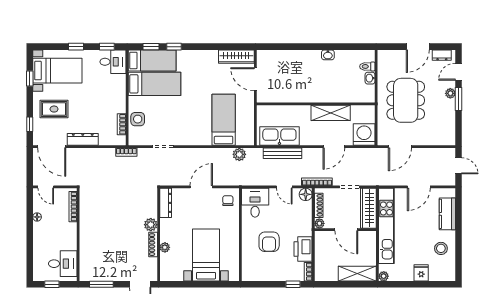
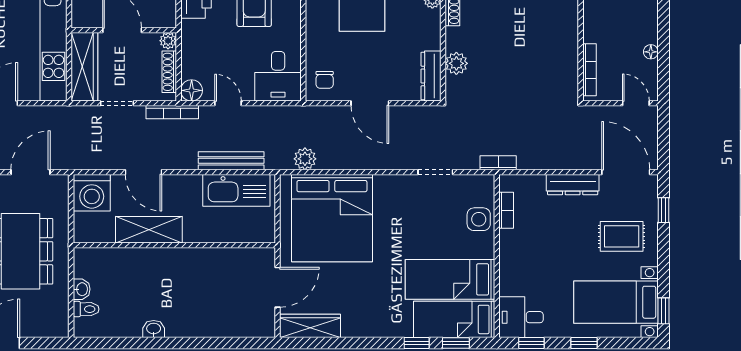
window: (30, 79) -> (663, 311), moved
door: (255, 79) -> (278, 287), hinge flipped
bed: (224, 120) -> (332, 218), width x2.04
door: (334, 147) -> (143, 172), swing flipped
door: (201, 187) -> (370, 103), hinge flipped
plant: (151, 225) -> (456, 63), moved

